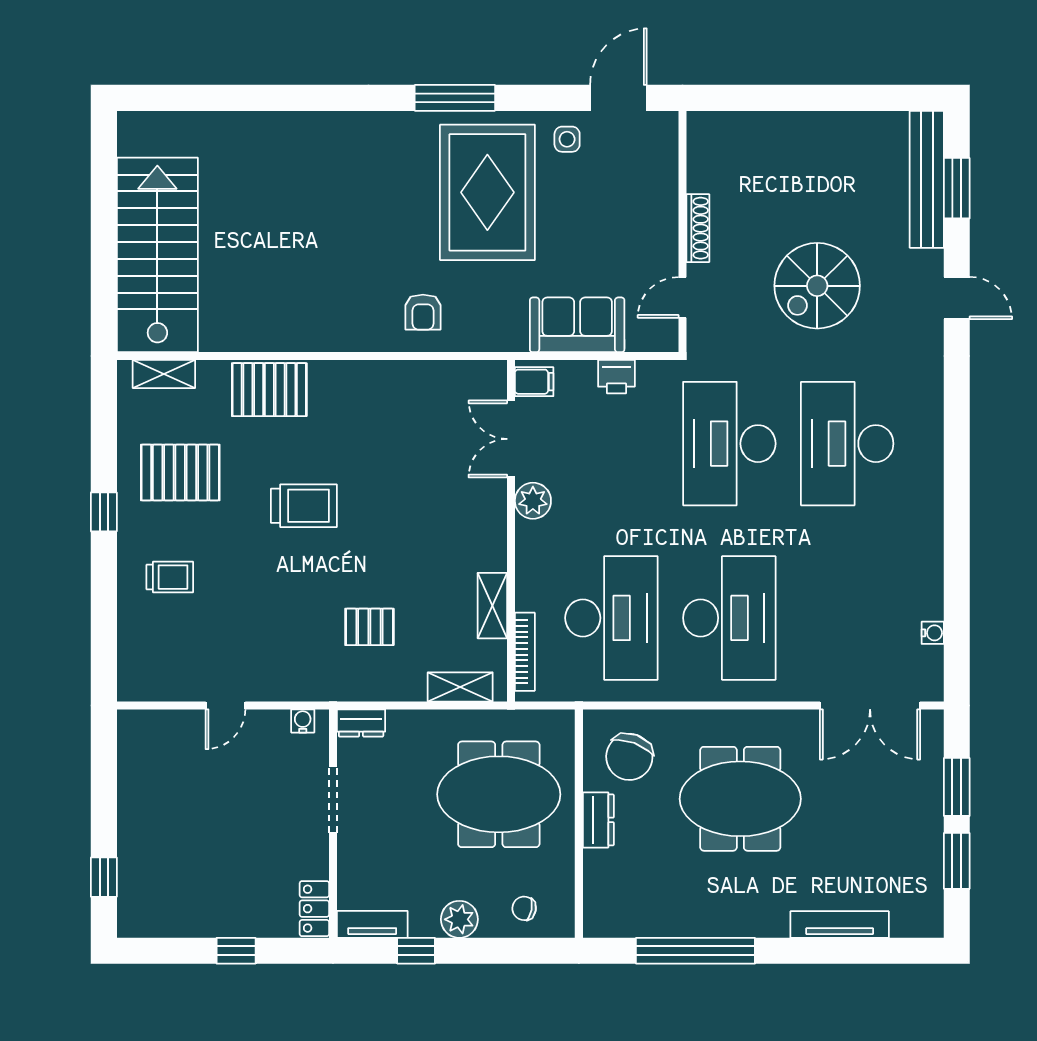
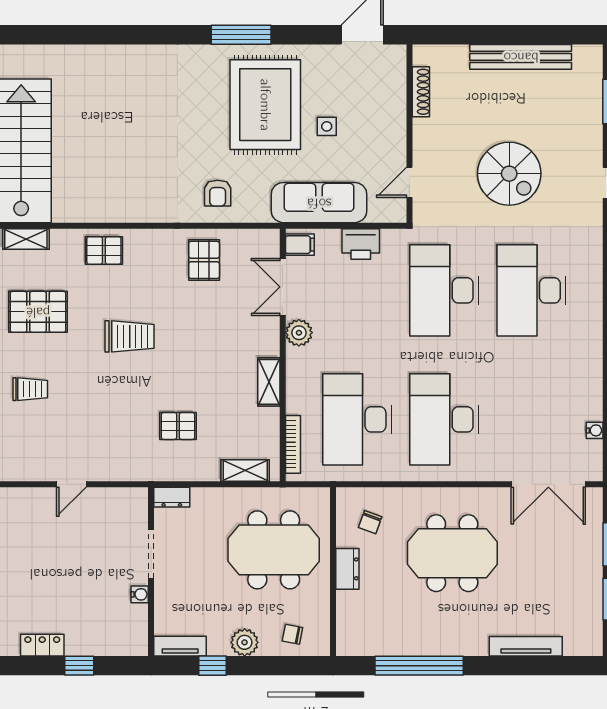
side table: (567, 139) -> (327, 126), moved
bench: (927, 179) -> (521, 57), moved, turned 90
shoe rack: (698, 228) -> (421, 92), moved
spiral stairs: (817, 286) -> (509, 174), turned -90
sofa: (577, 325) -> (319, 203), width x1.36
printer: (616, 377) -> (361, 244), width x1.36, depth x1.24
pallet: (269, 390) -> (104, 250), width x0.67, depth x0.71
pallet: (405, 402) -> (204, 260), added
shelving: (492, 606) -> (269, 382), moved
desk: (611, 618) -> (357, 419), turned 180
desk: (729, 618) -> (444, 419), turned 180
water cooler: (303, 721) -> (140, 594), moved, turned 90
chair: (629, 757) -> (370, 522), width x0.54, depth x0.54
locker: (314, 909) -> (42, 645), moved, turned 90

